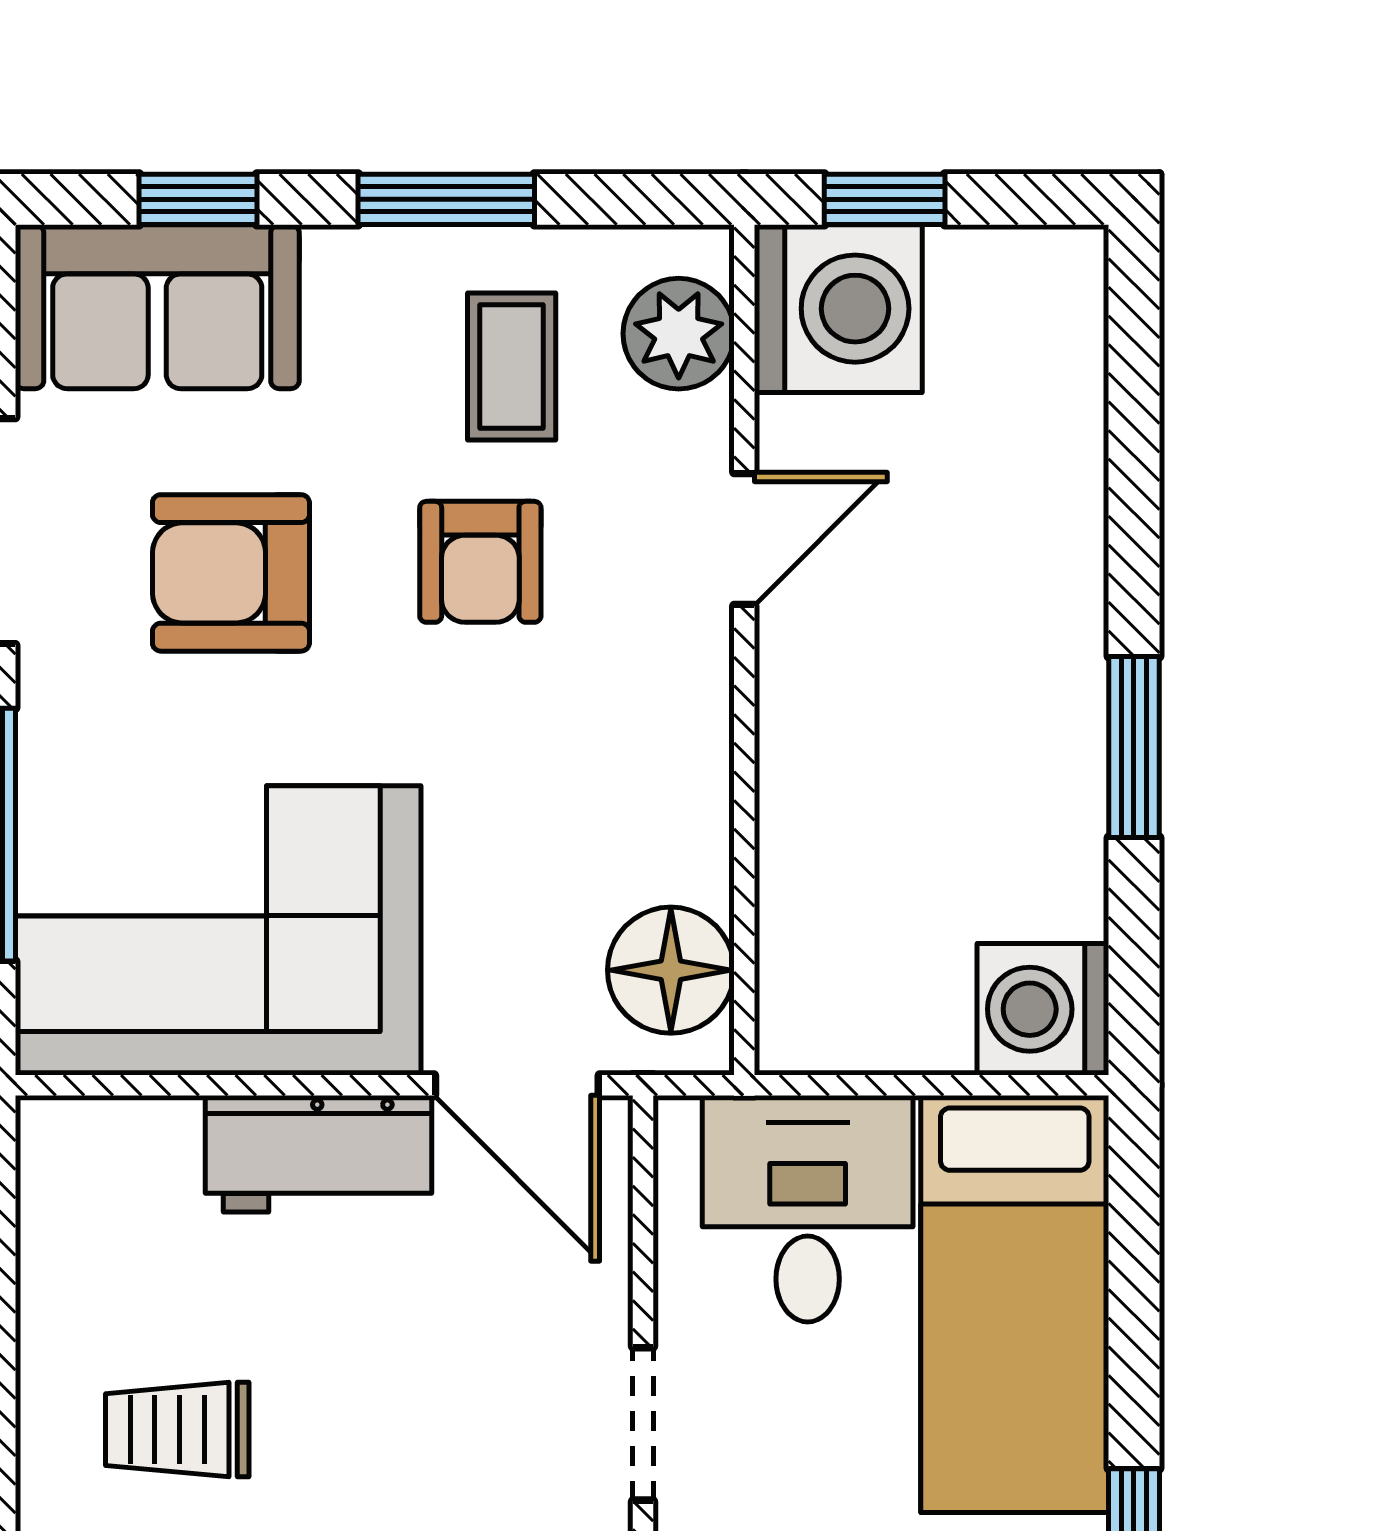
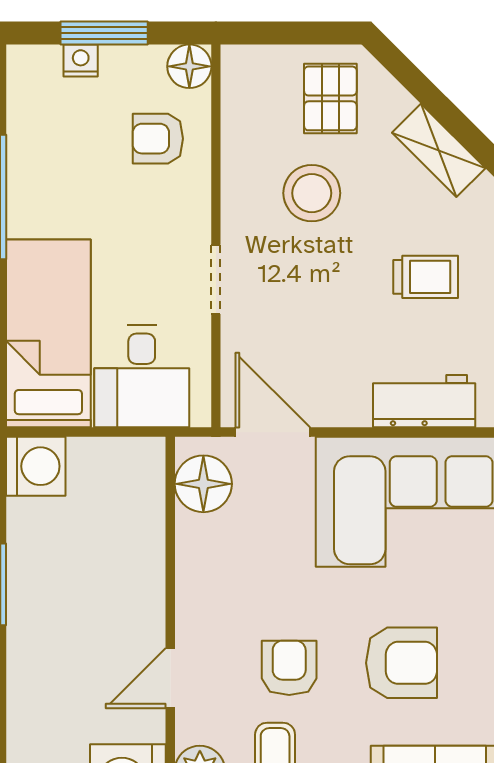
workbench: (318, 1154) -> (424, 401), moved

